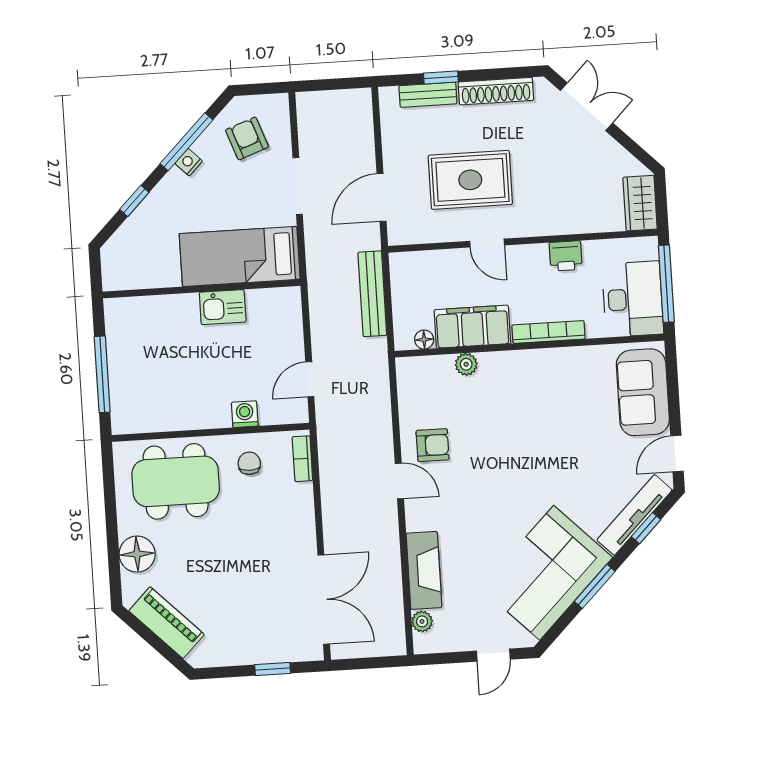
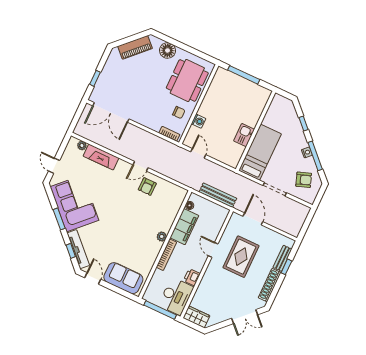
door: (487, 243) -> (213, 250), hinge flipped
desk: (633, 299) -> (176, 296), moved, turned -90
plant: (466, 364) -> (162, 237), moved

